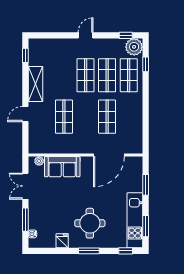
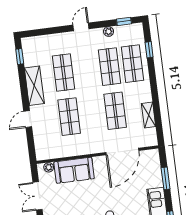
plant: (134, 47) -> (109, 32), moved, width x0.53, depth x0.53
shop shelf: (86, 75) -> (63, 73), moved
shelving: (137, 125) -> (149, 115), added

